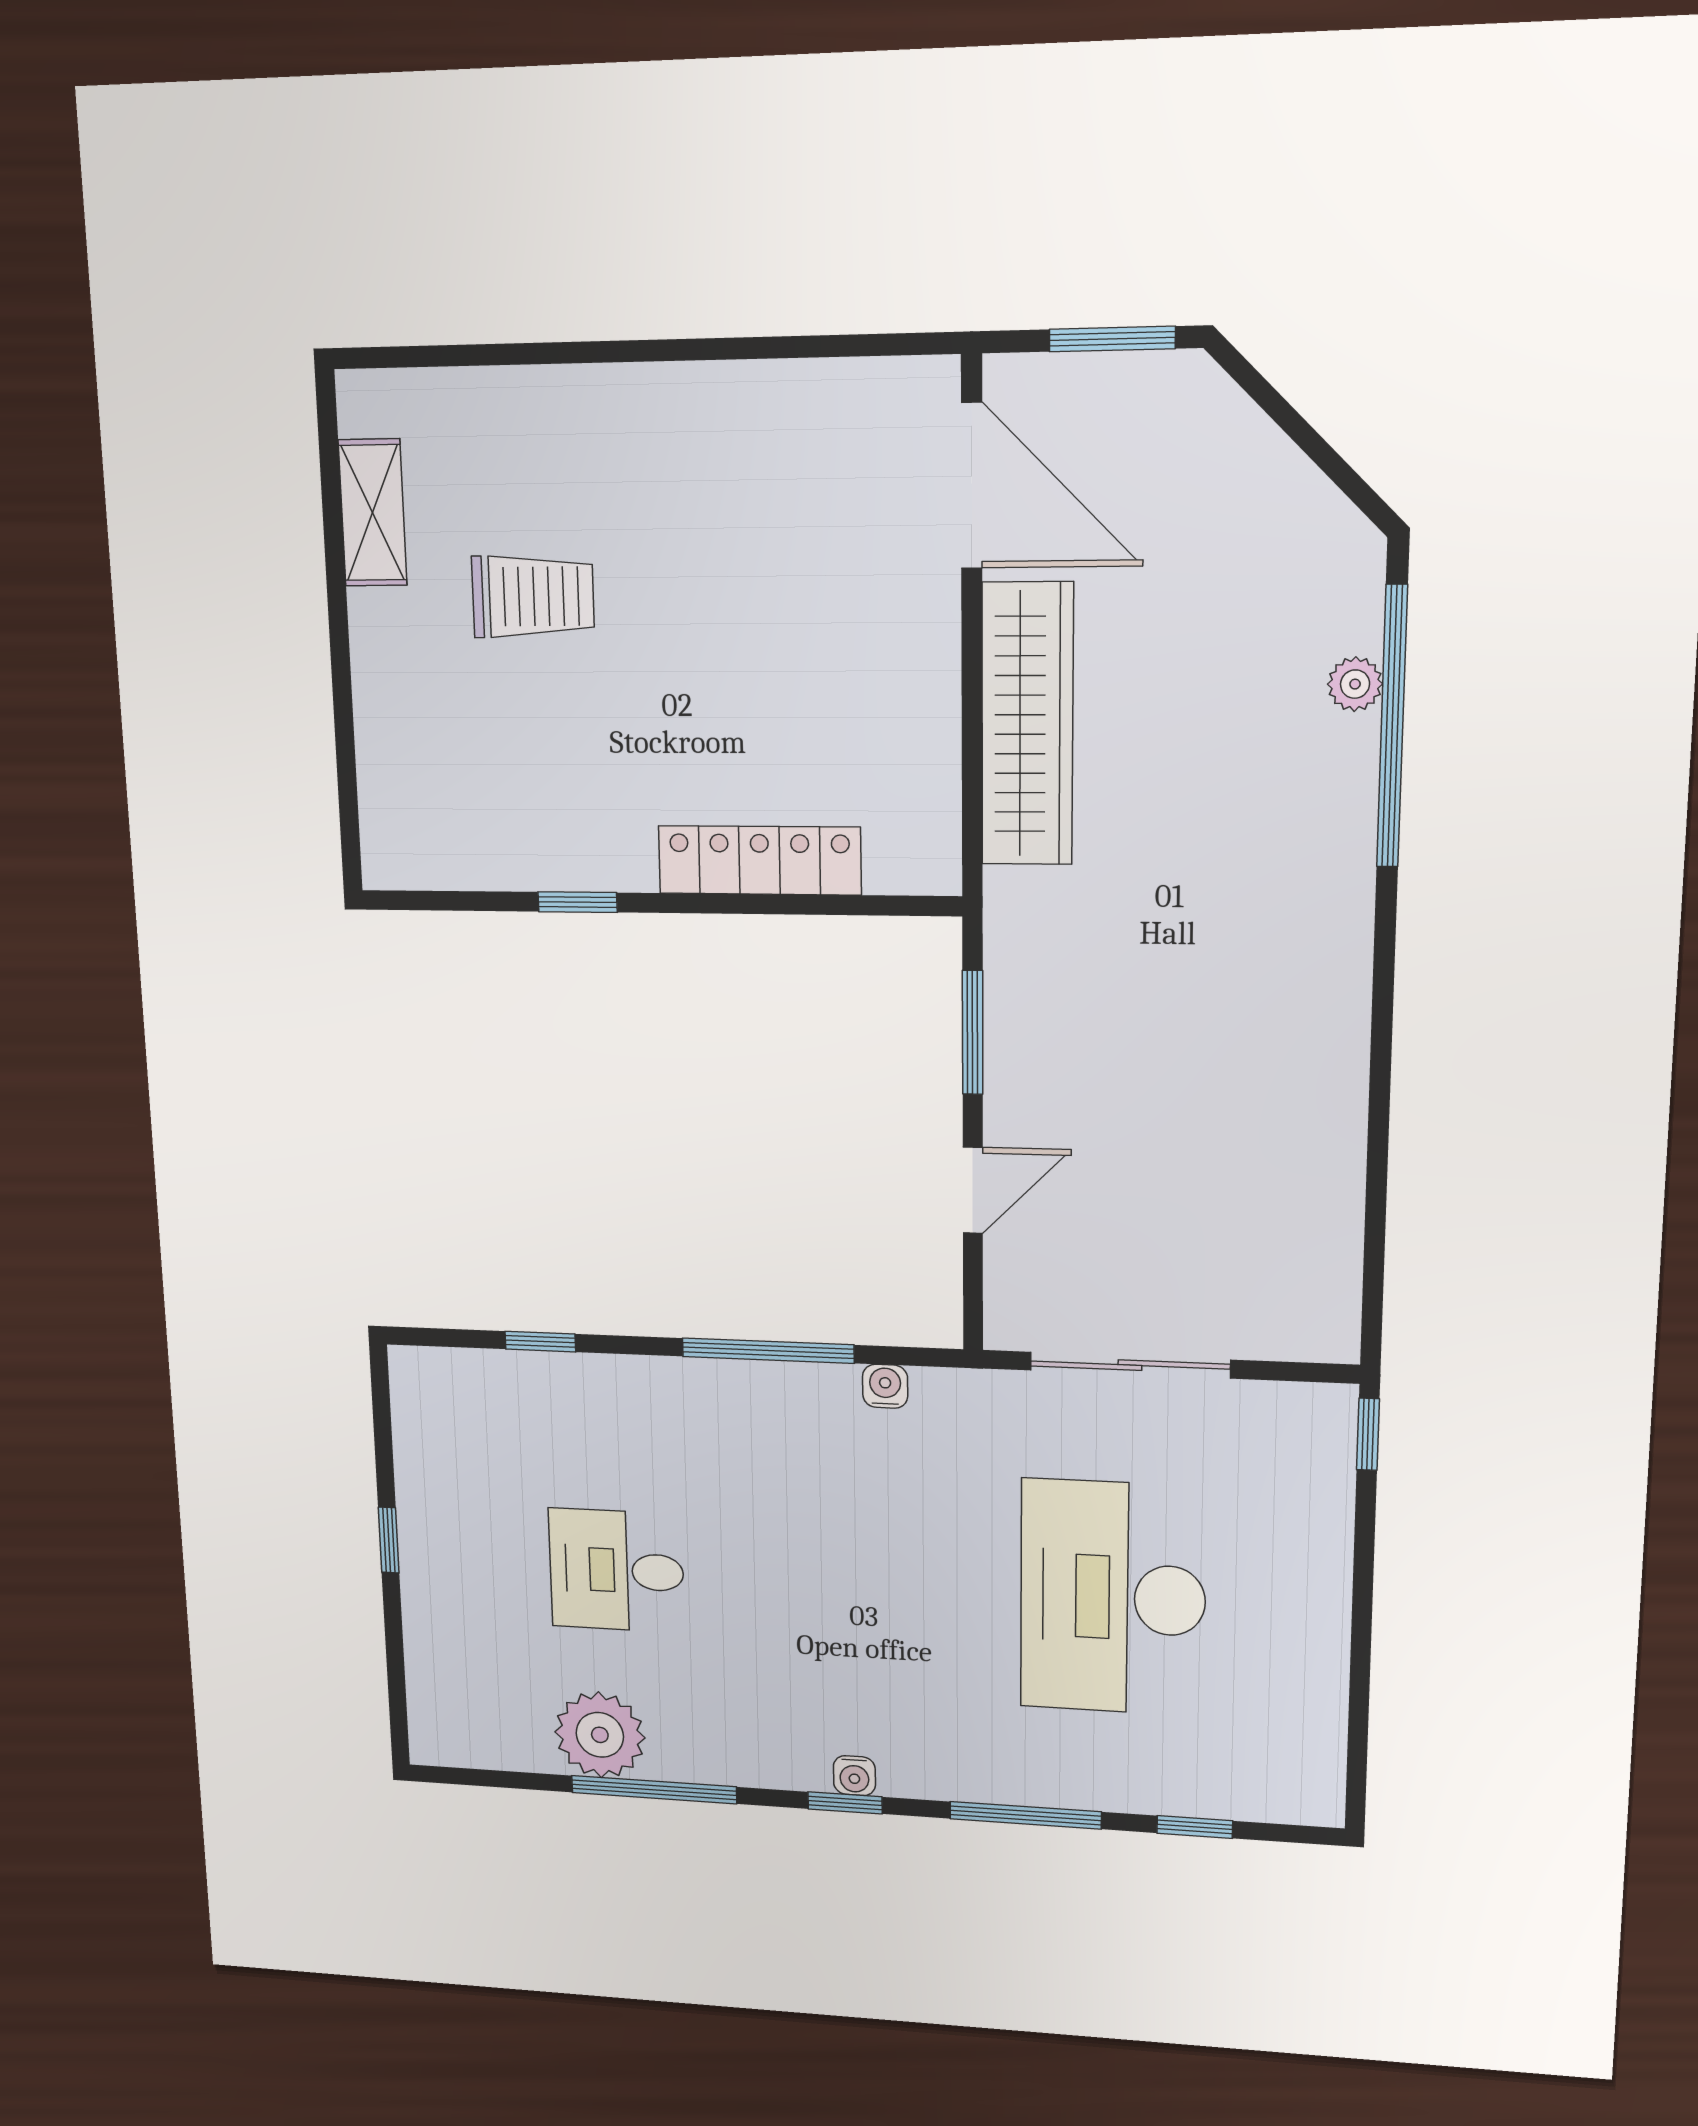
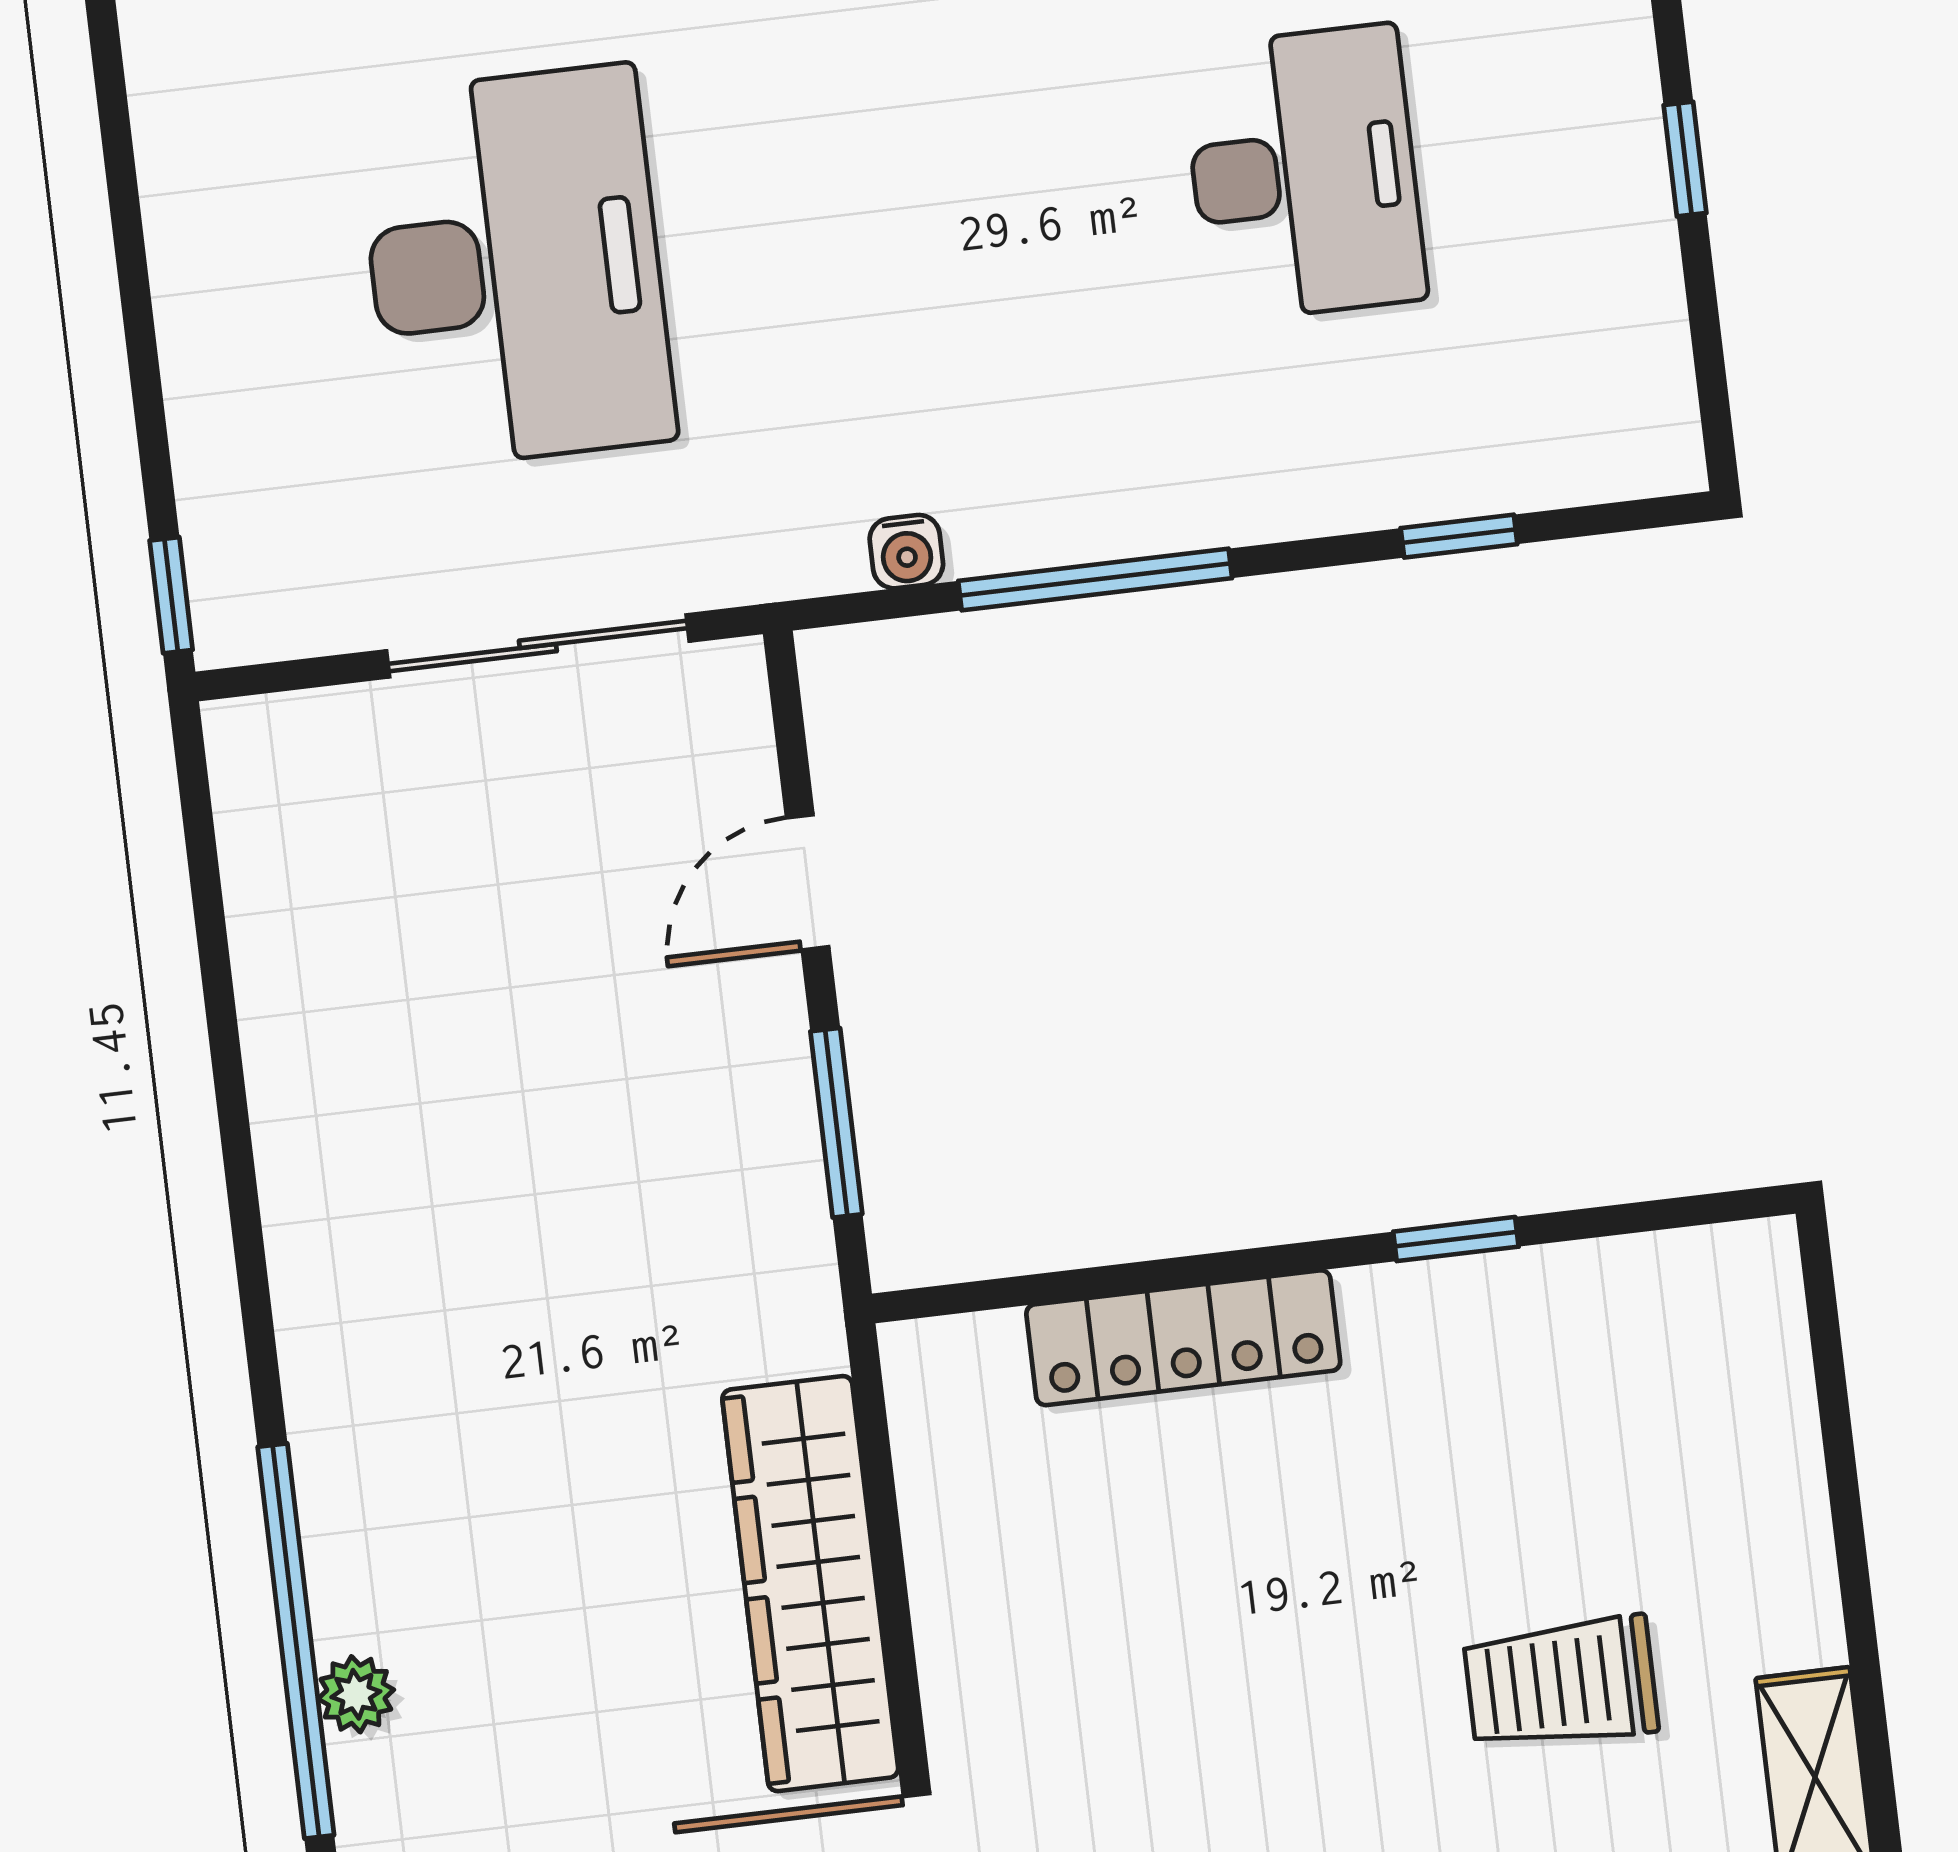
desk: (616, 1570) -> (1304, 173), width x1.37

